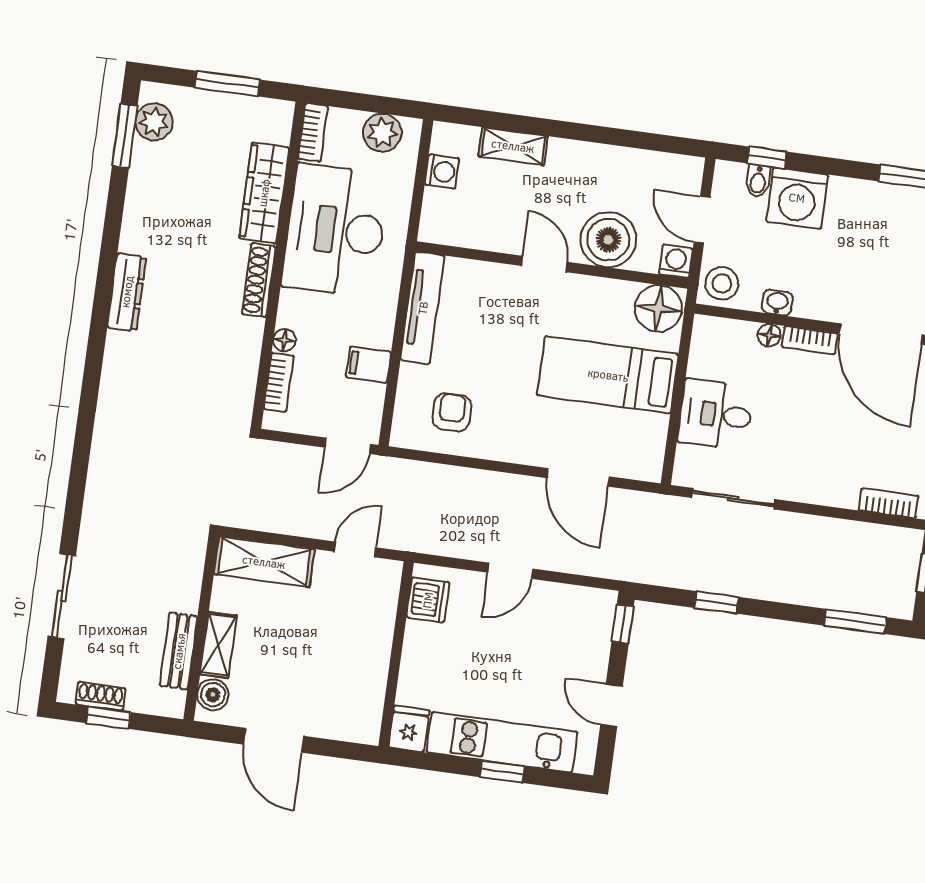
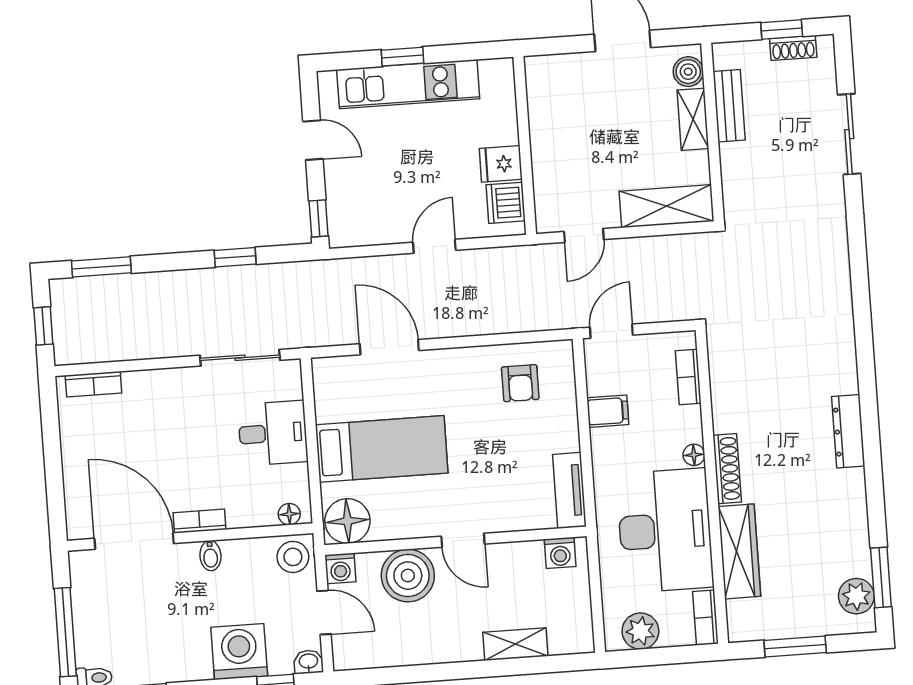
washing machine: (442, 172) -> (560, 553), moved, turned -90
bidet: (758, 181) -> (210, 556), moved, turned 180
washbasin: (777, 303) -> (308, 662), moved, turned 180
tv unit: (423, 308) -> (569, 490), width x0.71
floor lamp: (769, 335) -> (289, 514), moved
floor lamp: (284, 340) -> (694, 455), moved
fridge: (409, 729) -> (501, 164), moved, turned 90

